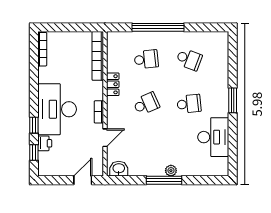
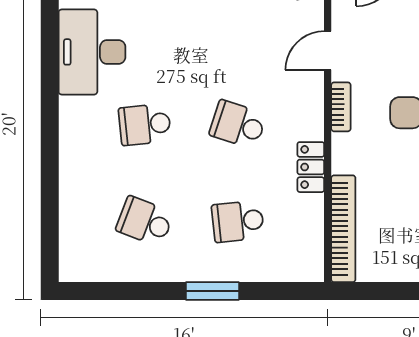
window: (158, 27) -> (212, 291), width x0.47
window: (233, 100) -> (50, 132), removed
school desk: (146, 104) -> (238, 124), turned 42

